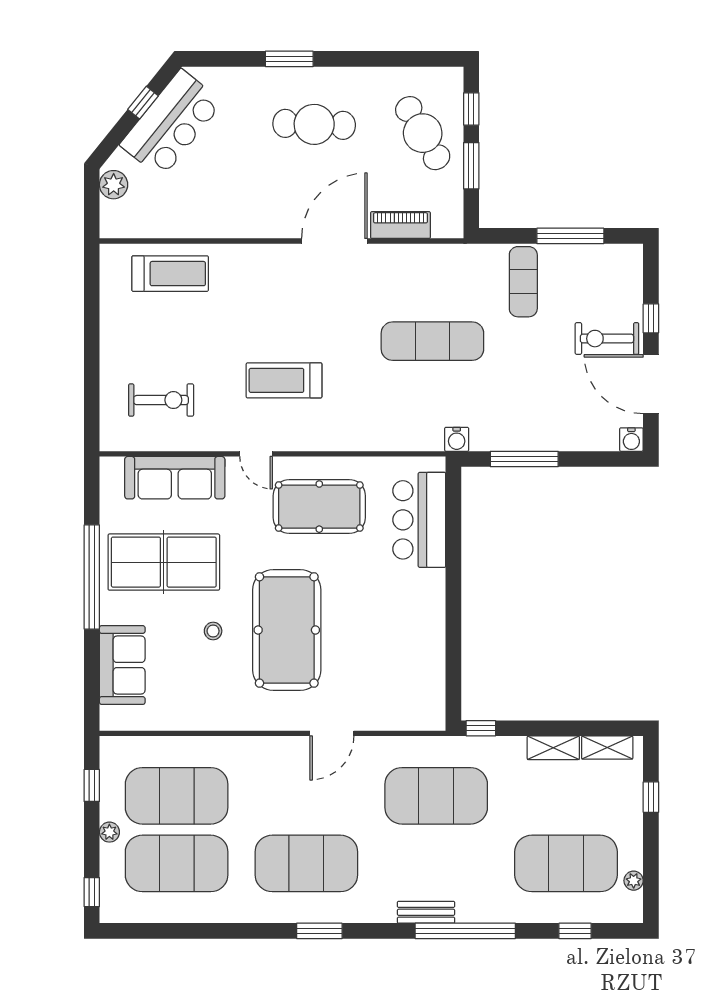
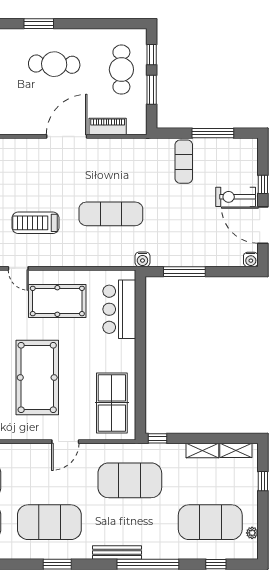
cafe table: (423, 133) -> (121, 70), turned 30
exercise mat: (432, 341) -> (111, 214), moved
table tennis table: (407, 671) -> (112, 403), added
bench: (426, 912) -> (117, 552), width x1.36

